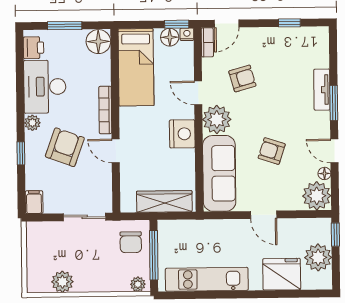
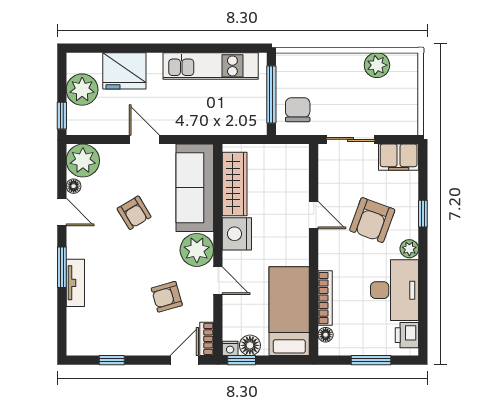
floor lamp: (98, 42) -> (326, 335), width x0.53, depth x0.53
bookcase: (105, 110) -> (325, 298), moved
armchair: (272, 151) -> (134, 213), turned 41
wardrobe: (164, 201) -> (235, 184), moved, turned -90
filing cabinet: (34, 202) -> (399, 157), width x2.00
plant: (138, 284) -> (290, 61), removed

